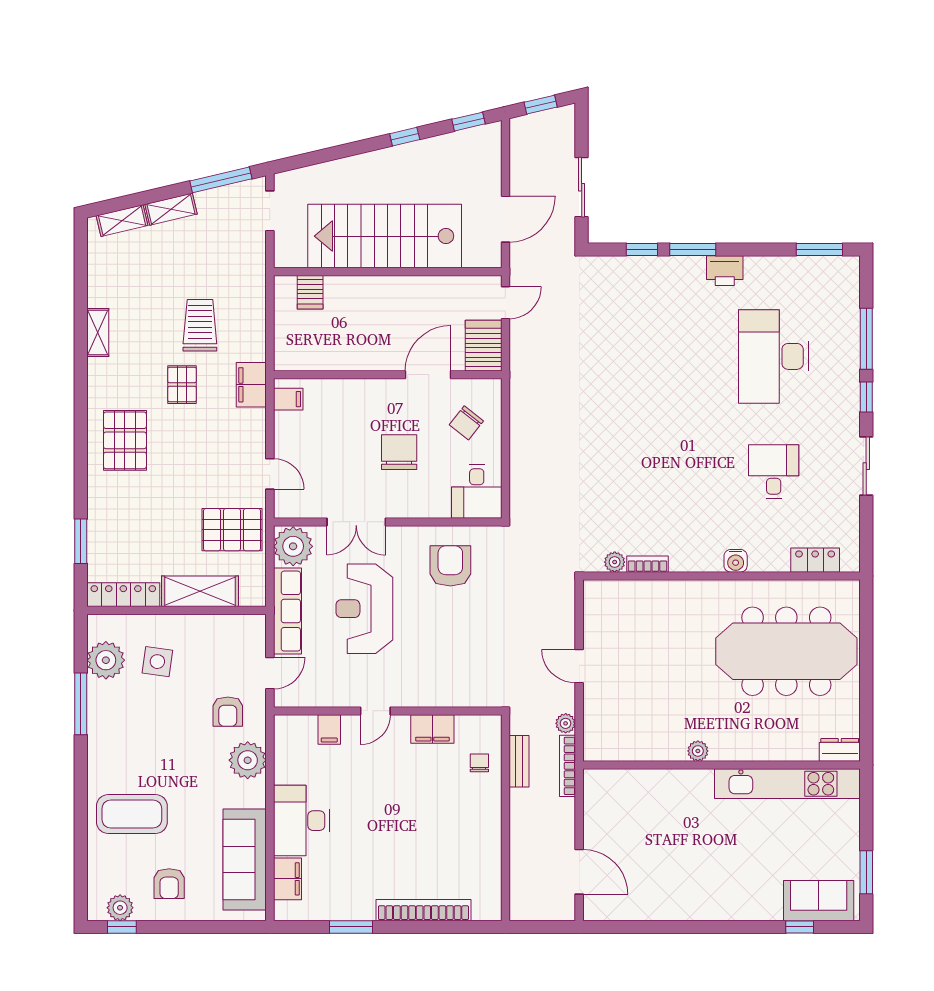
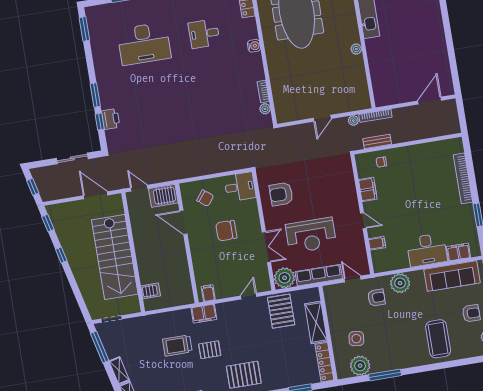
printer: (725, 271) -> (111, 119), moved

